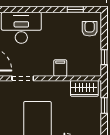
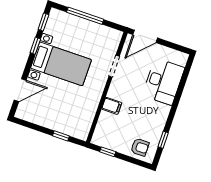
wardrobe: (84, 88) -> (84, 122), removed

